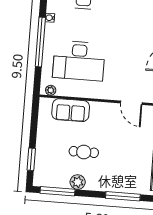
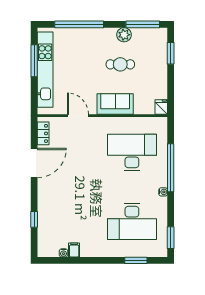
plant: (51, 90) -> (157, 122), removed
fridge: (45, 105) -> (161, 107), added
sofa: (71, 110) -> (115, 104), moved
window: (123, 196) -> (79, 24), width x1.46

